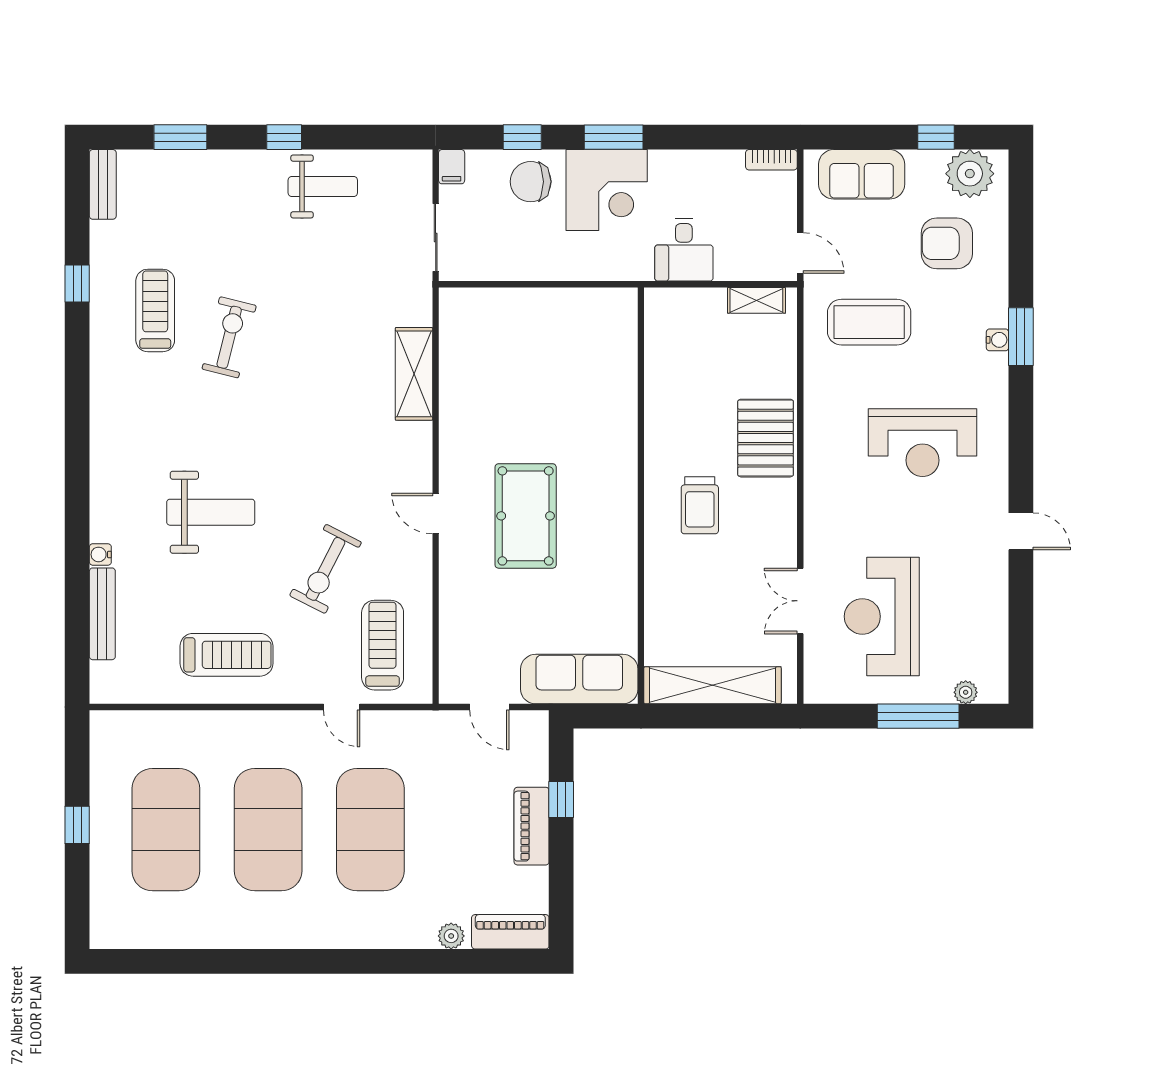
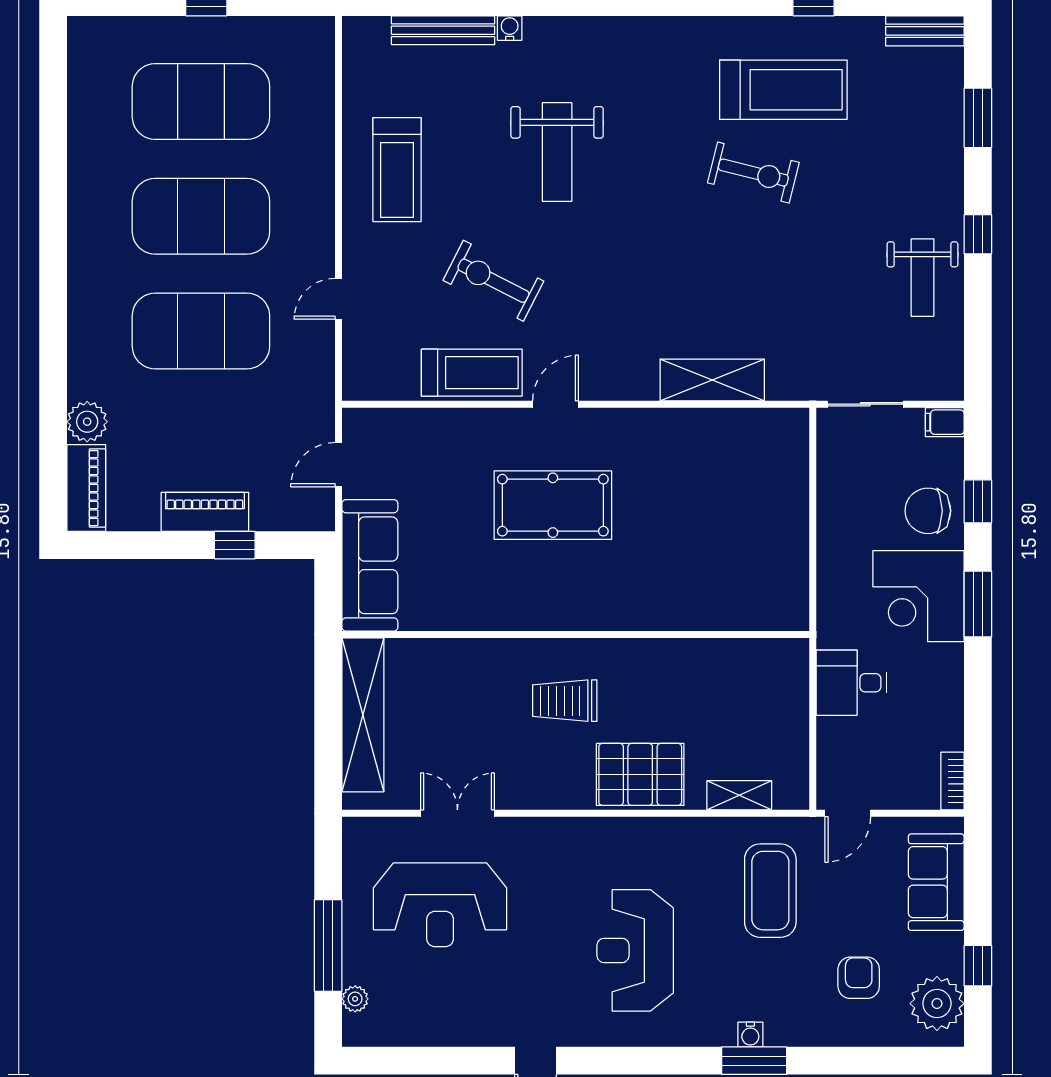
chair: (531, 182) -> (928, 511), turned -90
armchair: (947, 243) -> (859, 978), width x0.72, depth x0.72
shelving: (756, 300) -> (739, 795), moved, turned 90
treadmill: (155, 310) -> (783, 90), width x1.37, depth x1.38
reception desk: (882, 616) -> (440, 905), turned 180
treadmill: (383, 645) -> (472, 373), moved
plant: (451, 936) -> (87, 422), width x1.38, depth x1.38

